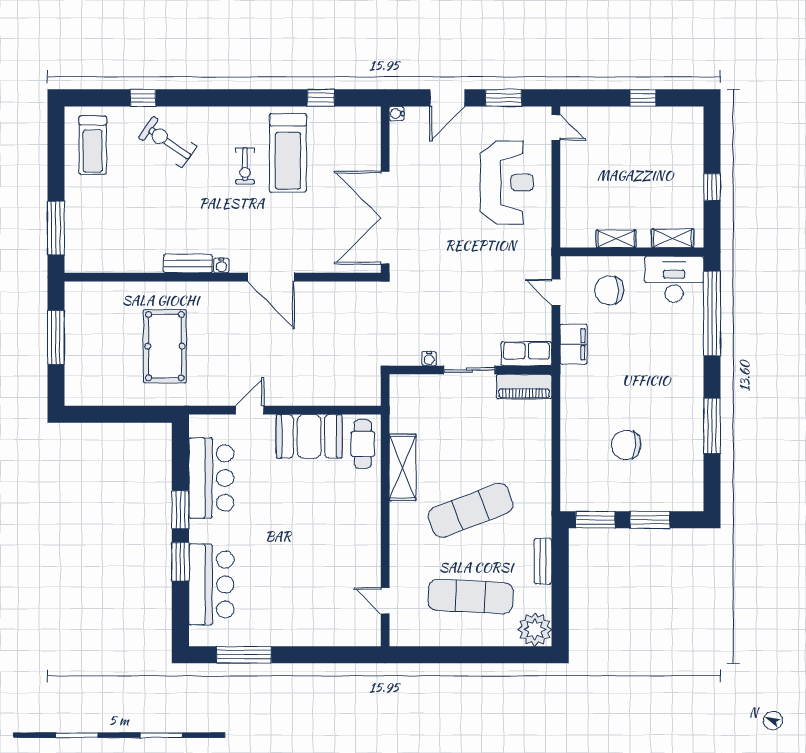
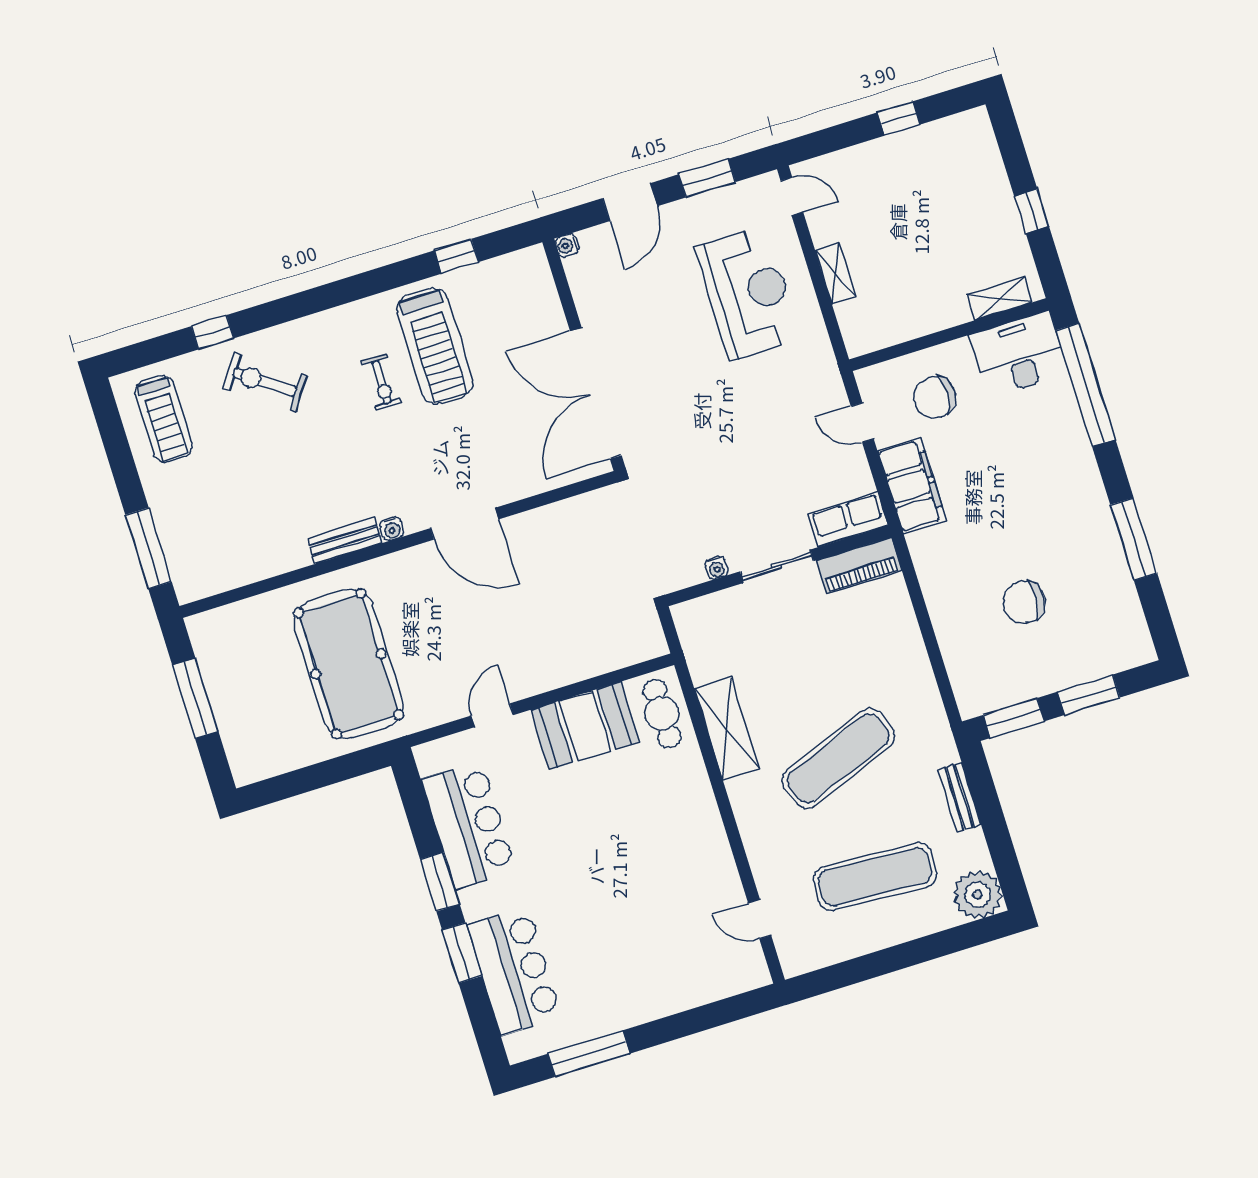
shelving: (616, 239) -> (836, 274), moved, turned 90
filing cabinet: (574, 344) -> (912, 485), width x1.50, depth x1.17
pool table: (165, 346) -> (349, 664), width x1.36, depth x1.32

